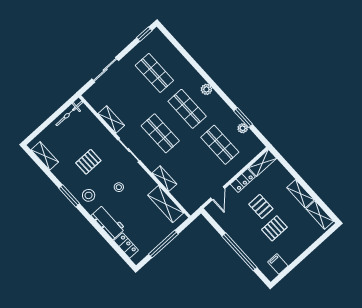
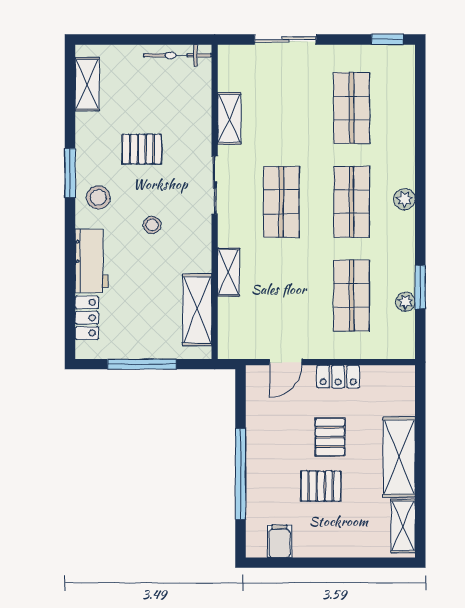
shelving: (262, 163) -> (389, 377), removed
shelving: (300, 194) -> (399, 457), width x1.50, depth x1.33

